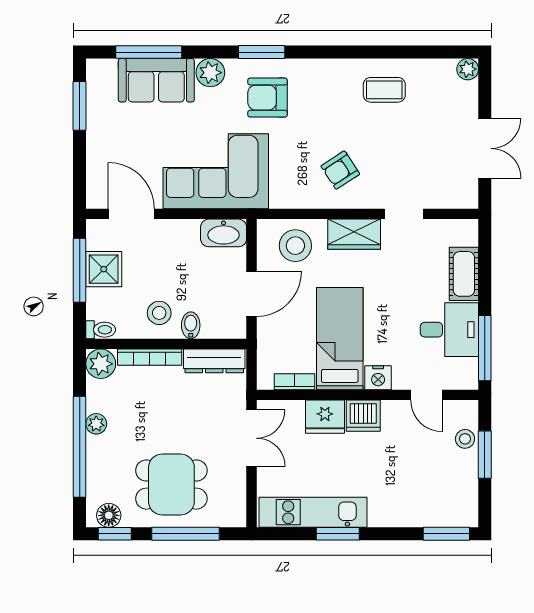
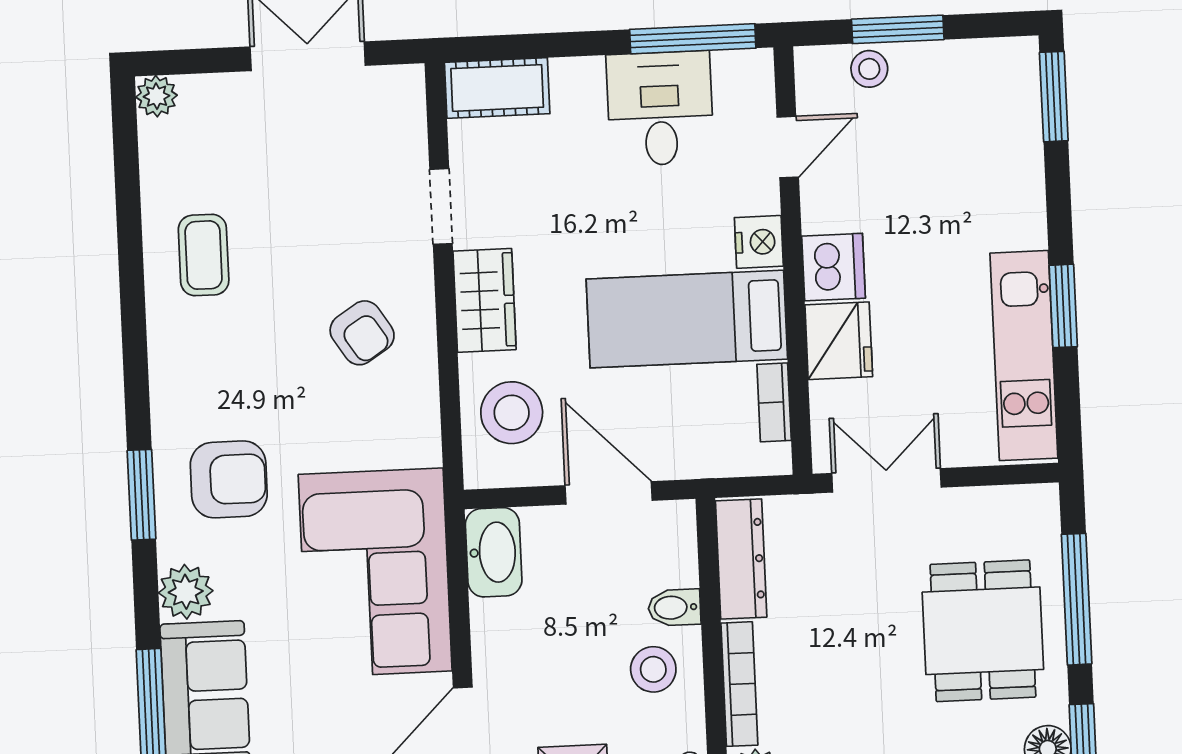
armchair: (268, 98) -> (229, 479), turned -90
cot: (464, 274) -> (497, 88), moved

